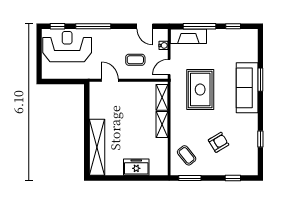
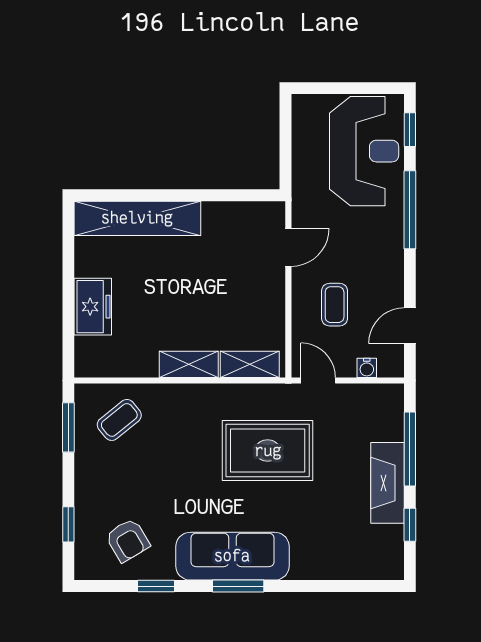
fireplace: (188, 36) -> (387, 483), moved
window: (260, 80) -> (238, 586), moved
sofa: (247, 88) -> (232, 556), moved
armchair: (219, 142) -> (128, 540), moved

